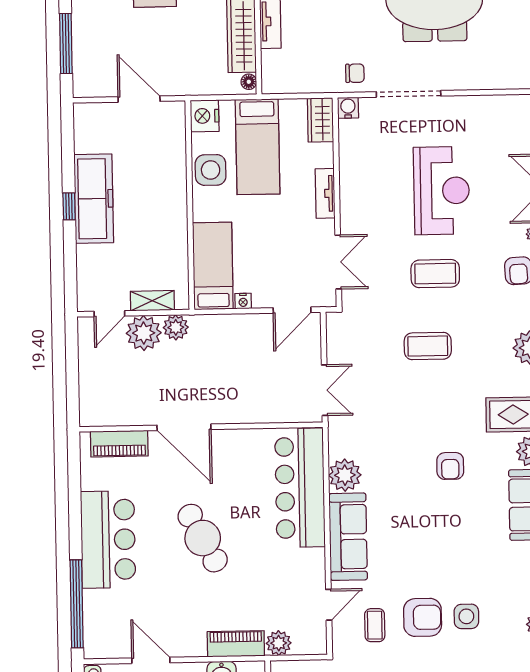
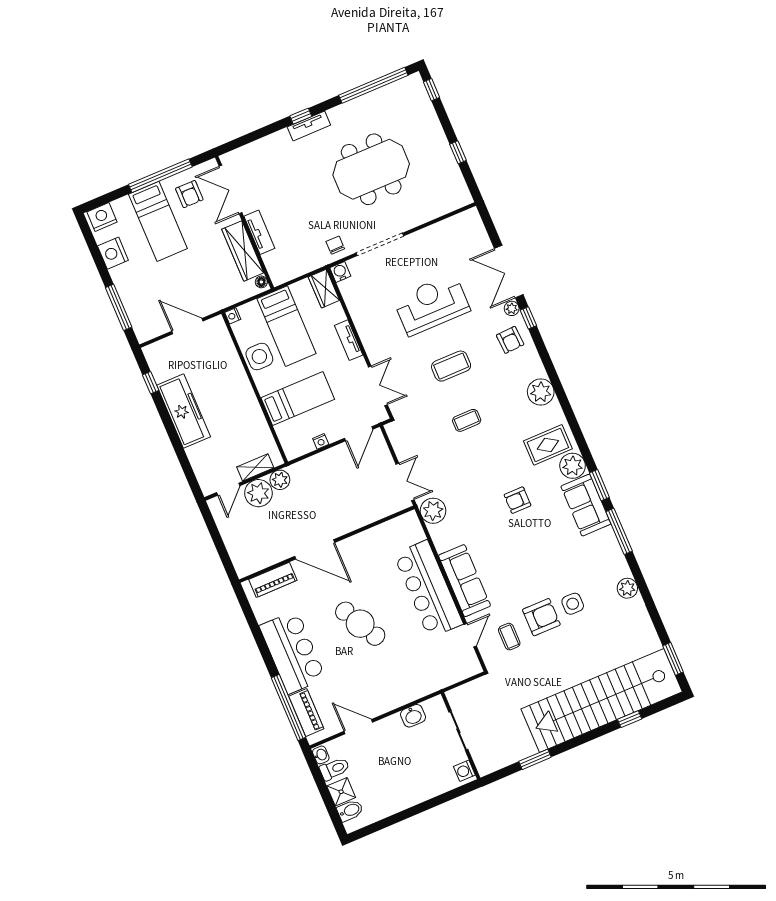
chair: (355, 73) -> (335, 245), turned -90
nightstand: (205, 116) -> (233, 316), width x0.53, depth x0.56
reception desk: (442, 191) -> (432, 305), turned -90
window: (69, 206) -> (151, 383), moved
bed: (213, 266) -> (298, 399), moved, turned 90
coffee table: (428, 346) -> (467, 420), width x0.73, depth x0.77
armchair: (450, 466) -> (518, 500), turned 90
plant: (345, 475) -> (433, 511), moved
bar counter: (300, 488) -> (428, 589), moved
plant: (279, 643) -> (445, 677), removed
piano: (236, 644) -> (306, 713), moved, turned 90

